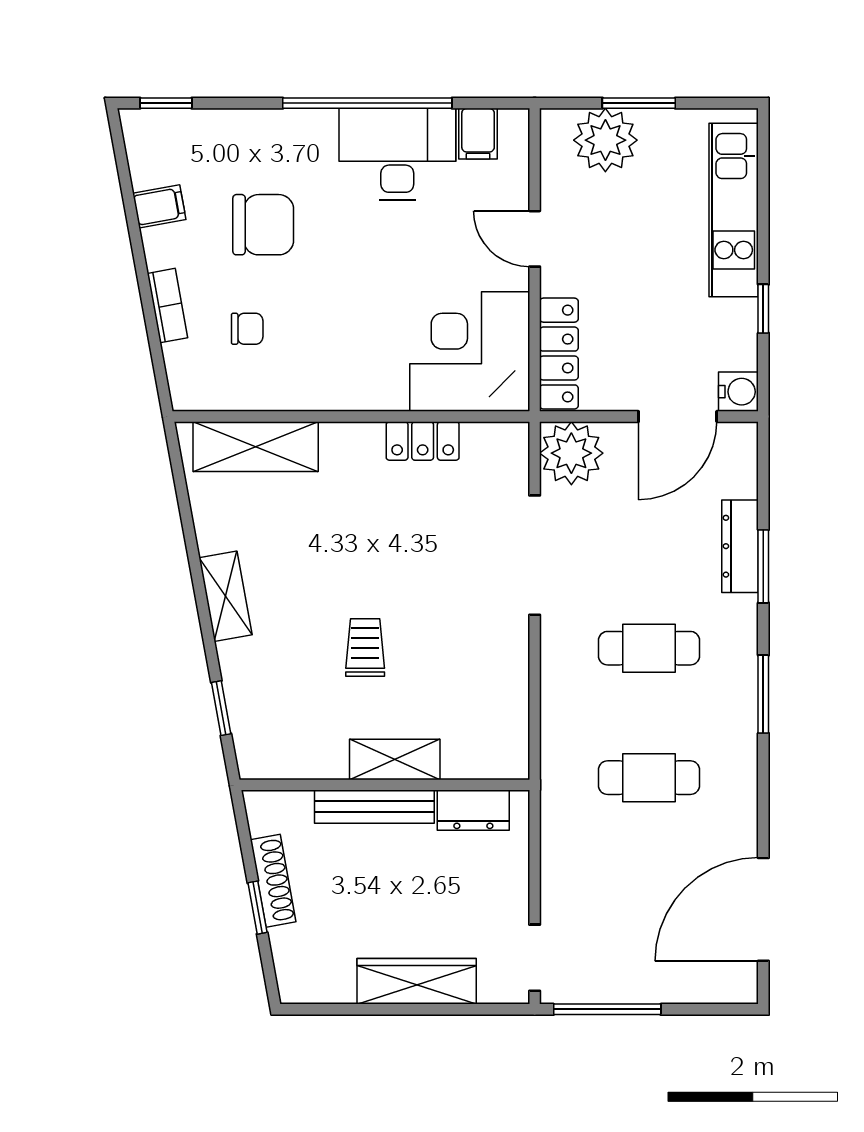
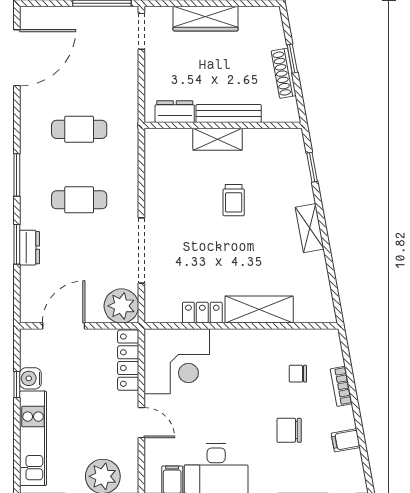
chair: (263, 225) -> (289, 430), width x0.73, depth x0.73
water cooler: (738, 392) -> (30, 378), moved
shelving: (256, 447) -> (259, 310), moved
dresser: (740, 546) -> (30, 248), width x0.70

